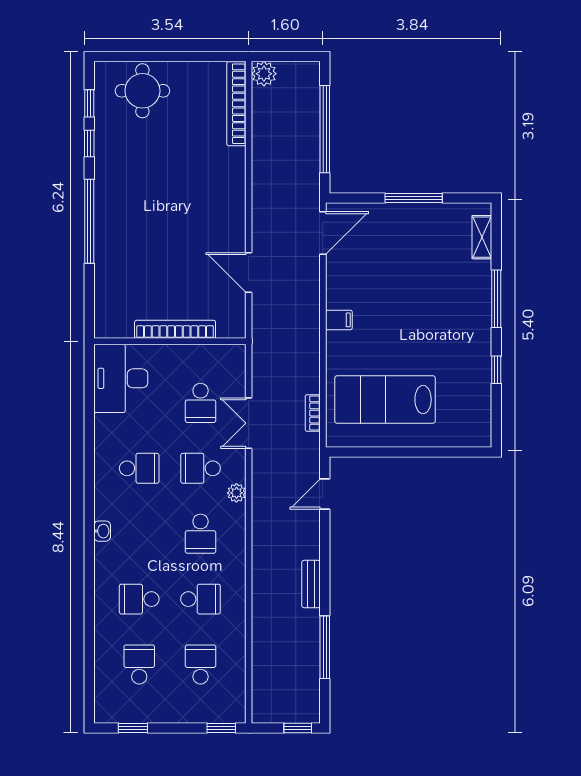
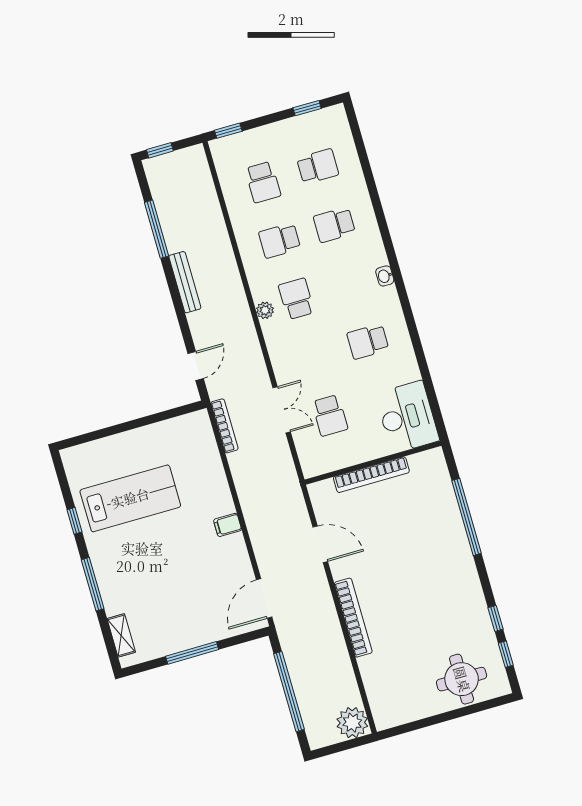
plant: (264, 74) -> (352, 723), width x1.36, depth x1.36
bookcase: (236, 104) -> (353, 618), moved
window: (89, 221) -> (466, 517), moved
lab bench: (385, 400) -> (130, 498), moved
school desk: (201, 403) -> (330, 415), turned 180
bookcase: (313, 413) -> (224, 426), width x1.56
school desk: (201, 468) -> (313, 357), removed
plant: (236, 493) -> (265, 310), moved
bench: (311, 584) -> (185, 282), width x1.36
school desk: (139, 599) -> (334, 225), turned 180
school desk: (139, 664) -> (318, 166), turned -90

